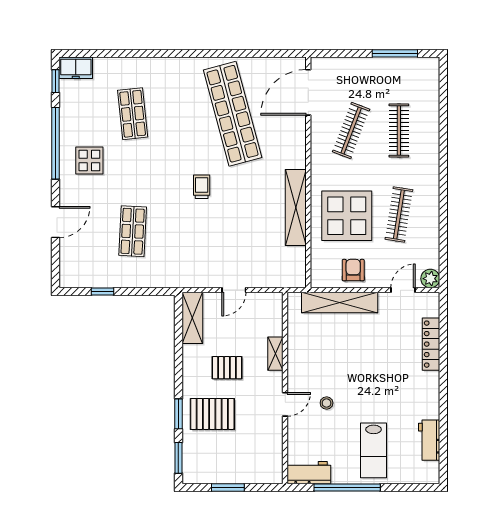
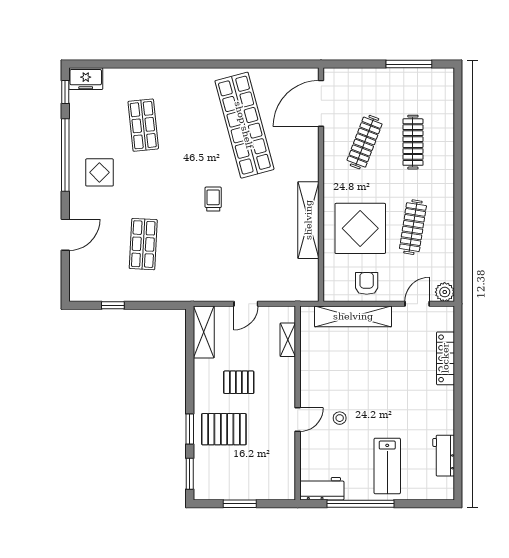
shelving: (275, 354) -> (288, 340), moved

